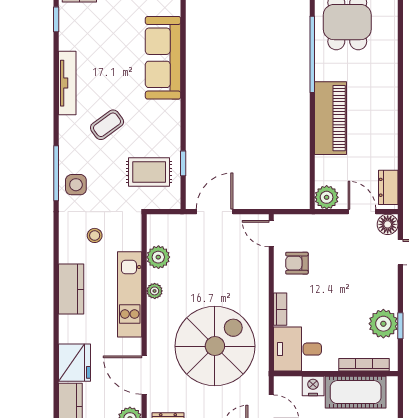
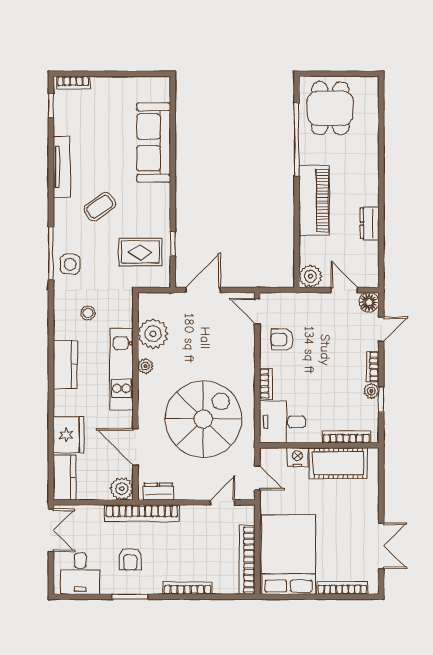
dresser: (388, 187) -> (370, 224), moved
plant: (158, 257) -> (153, 334), width x1.36, depth x1.36
bookcase: (391, 291) -> (373, 367), added
plant: (383, 324) -> (371, 391), width x0.53, depth x0.53

